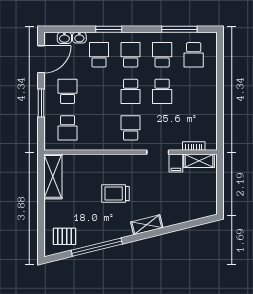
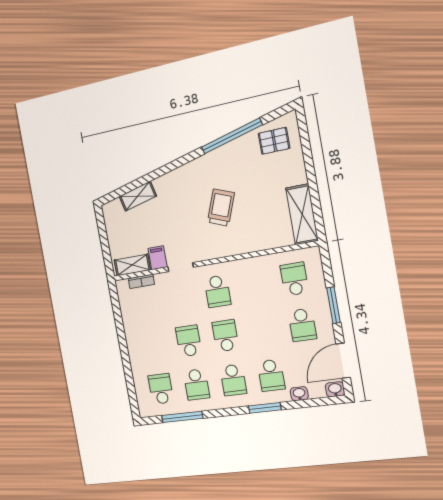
washbasin: (64, 38) -> (335, 389), moved
trolley: (116, 194) -> (221, 208), turned -69
shelving: (147, 225) -> (138, 196), moved

